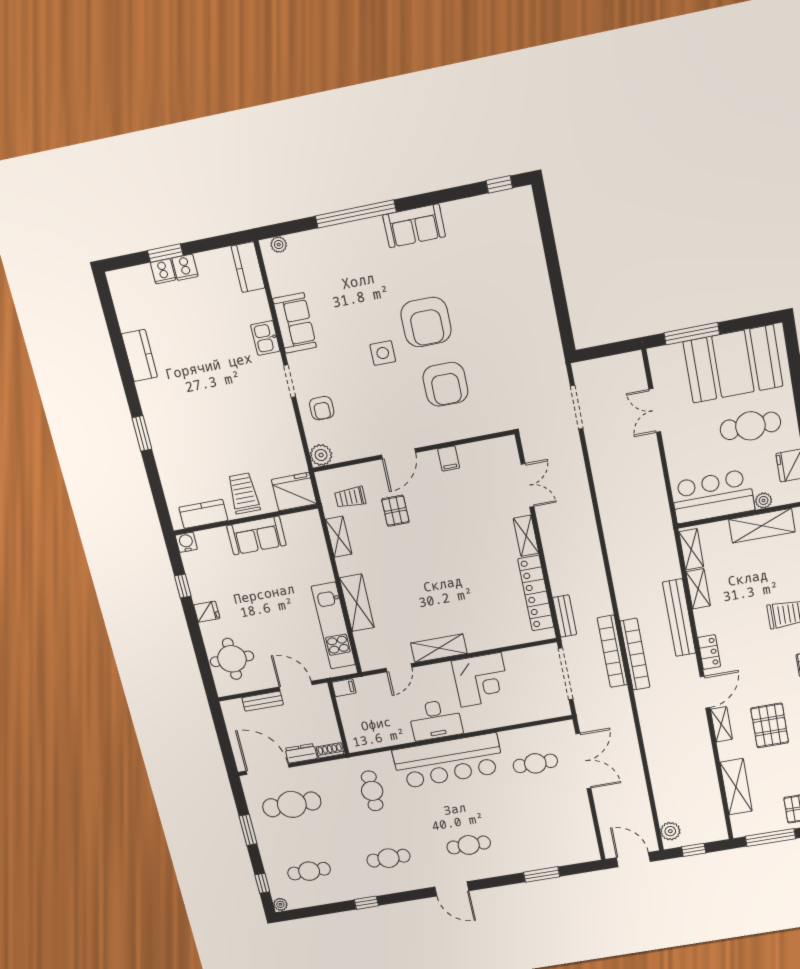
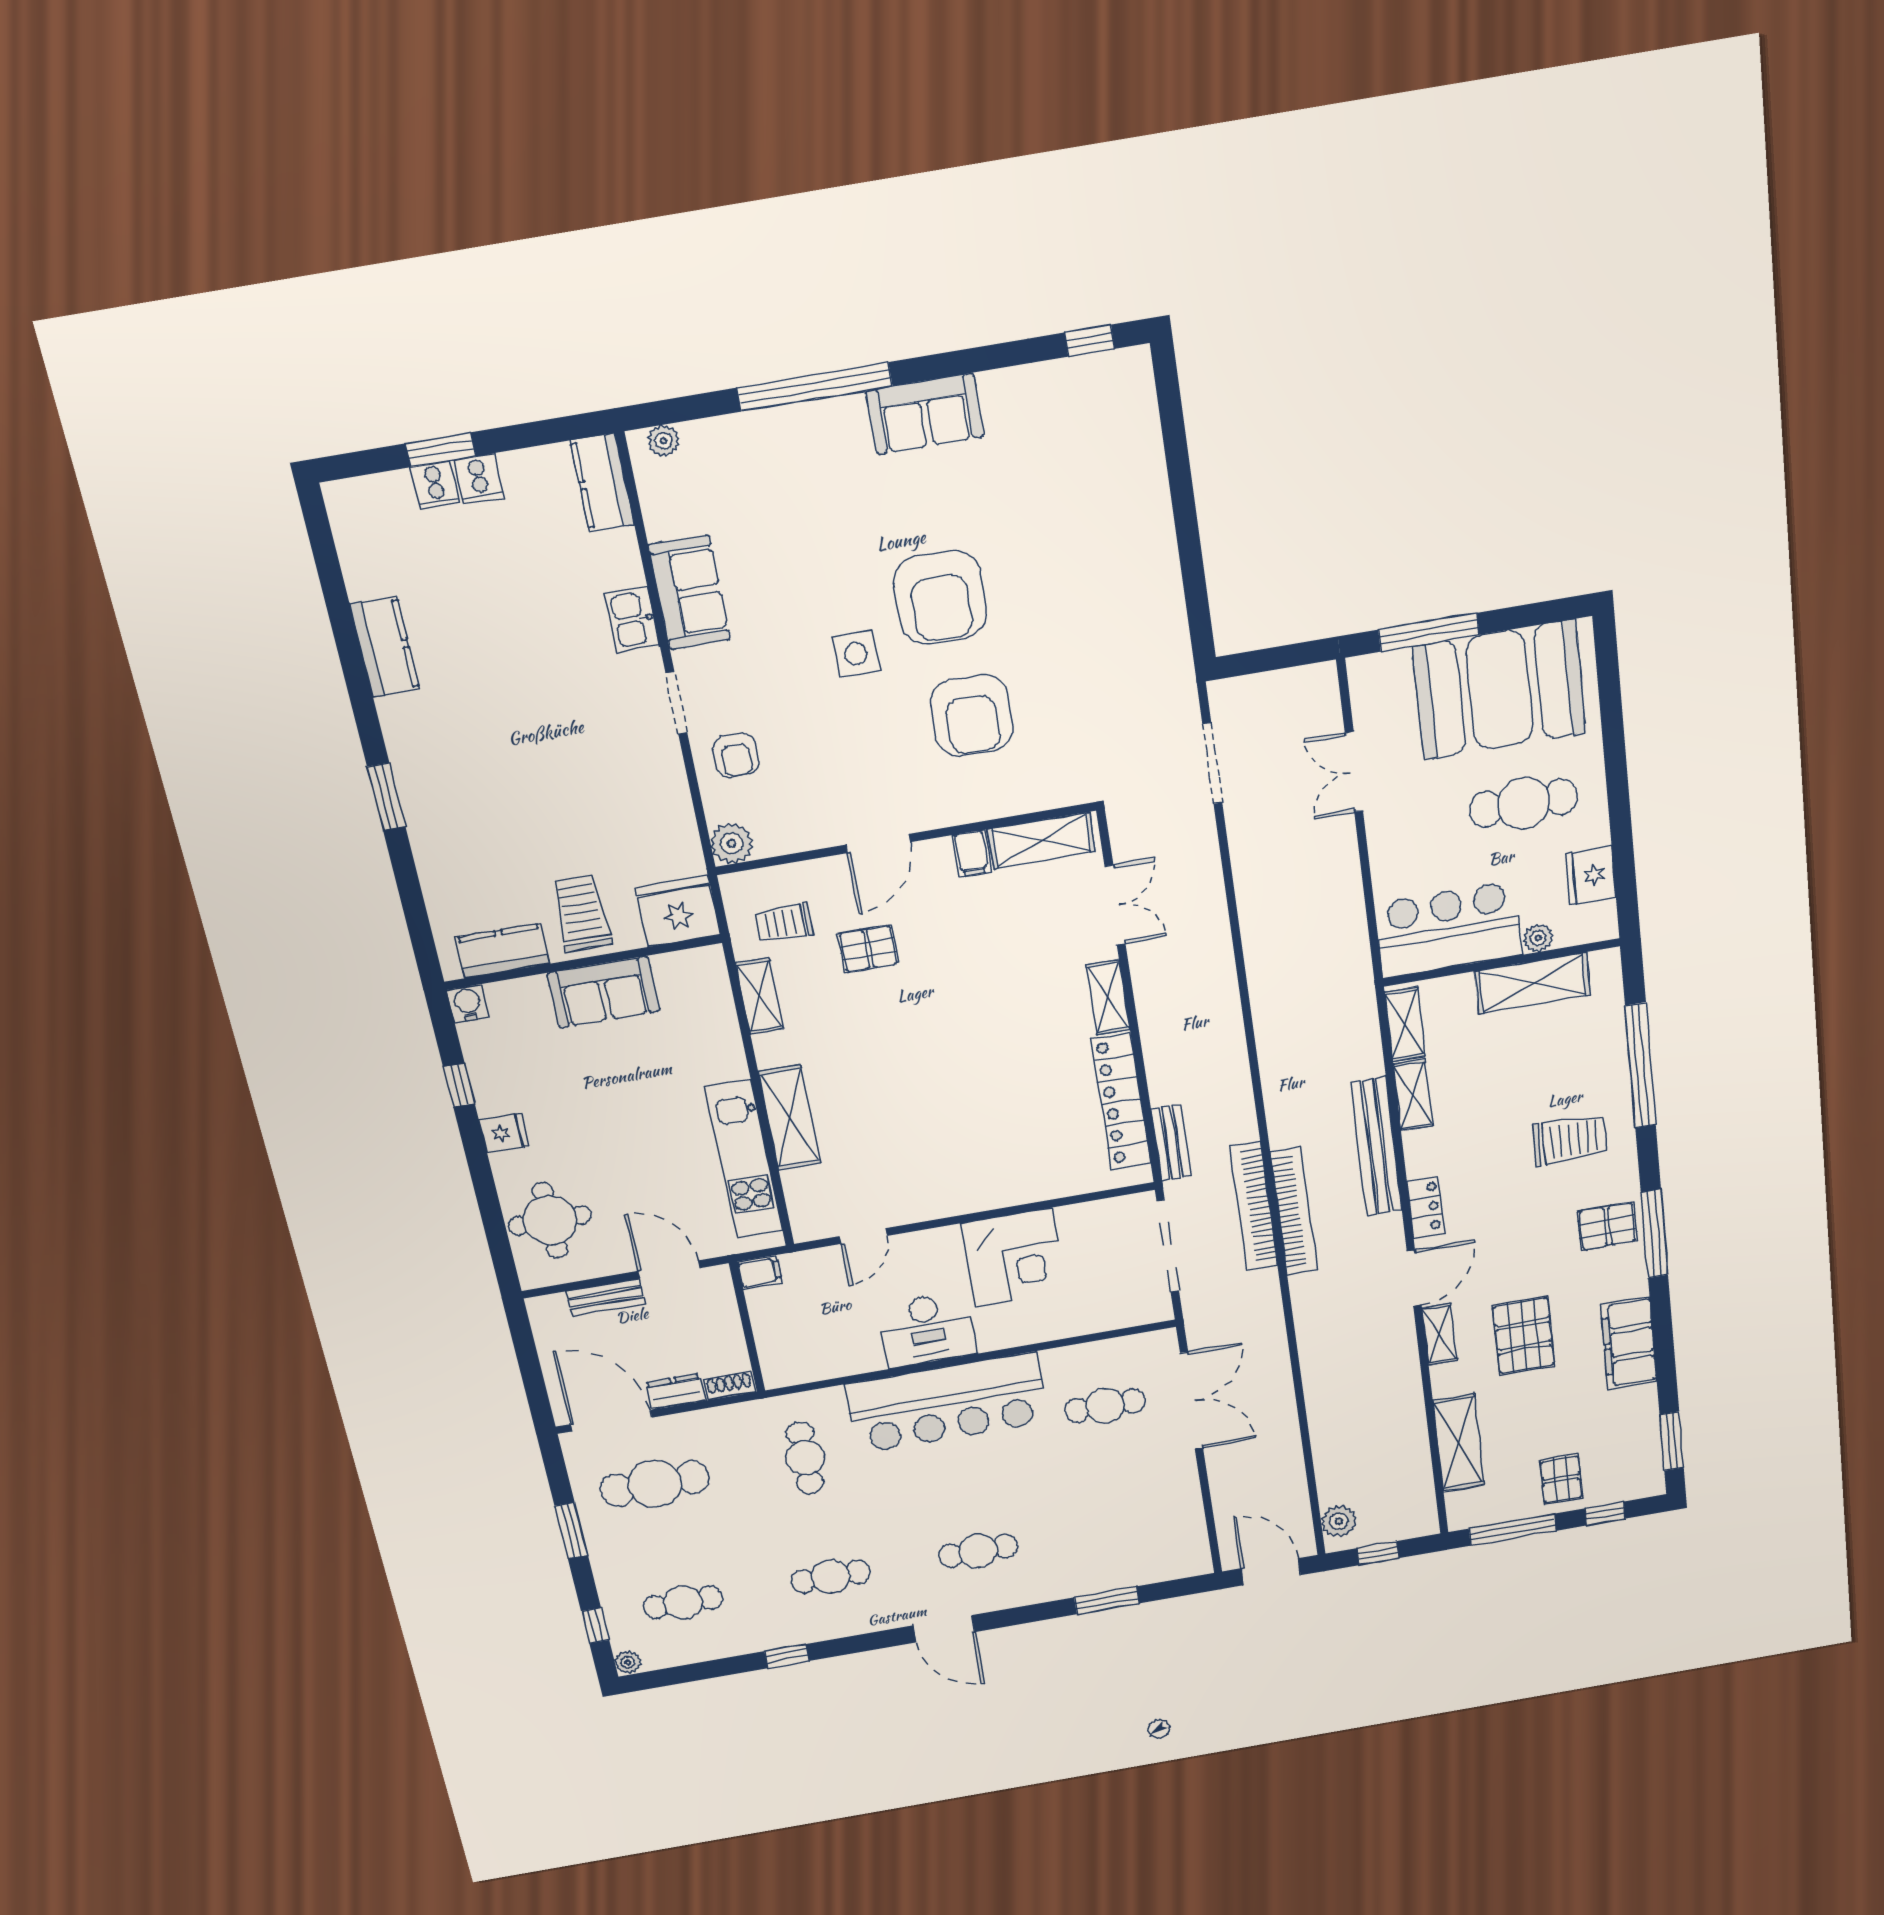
pallet: (395, 511) -> (868, 949), turned 90
shelving: (439, 648) -> (1041, 840), moved

